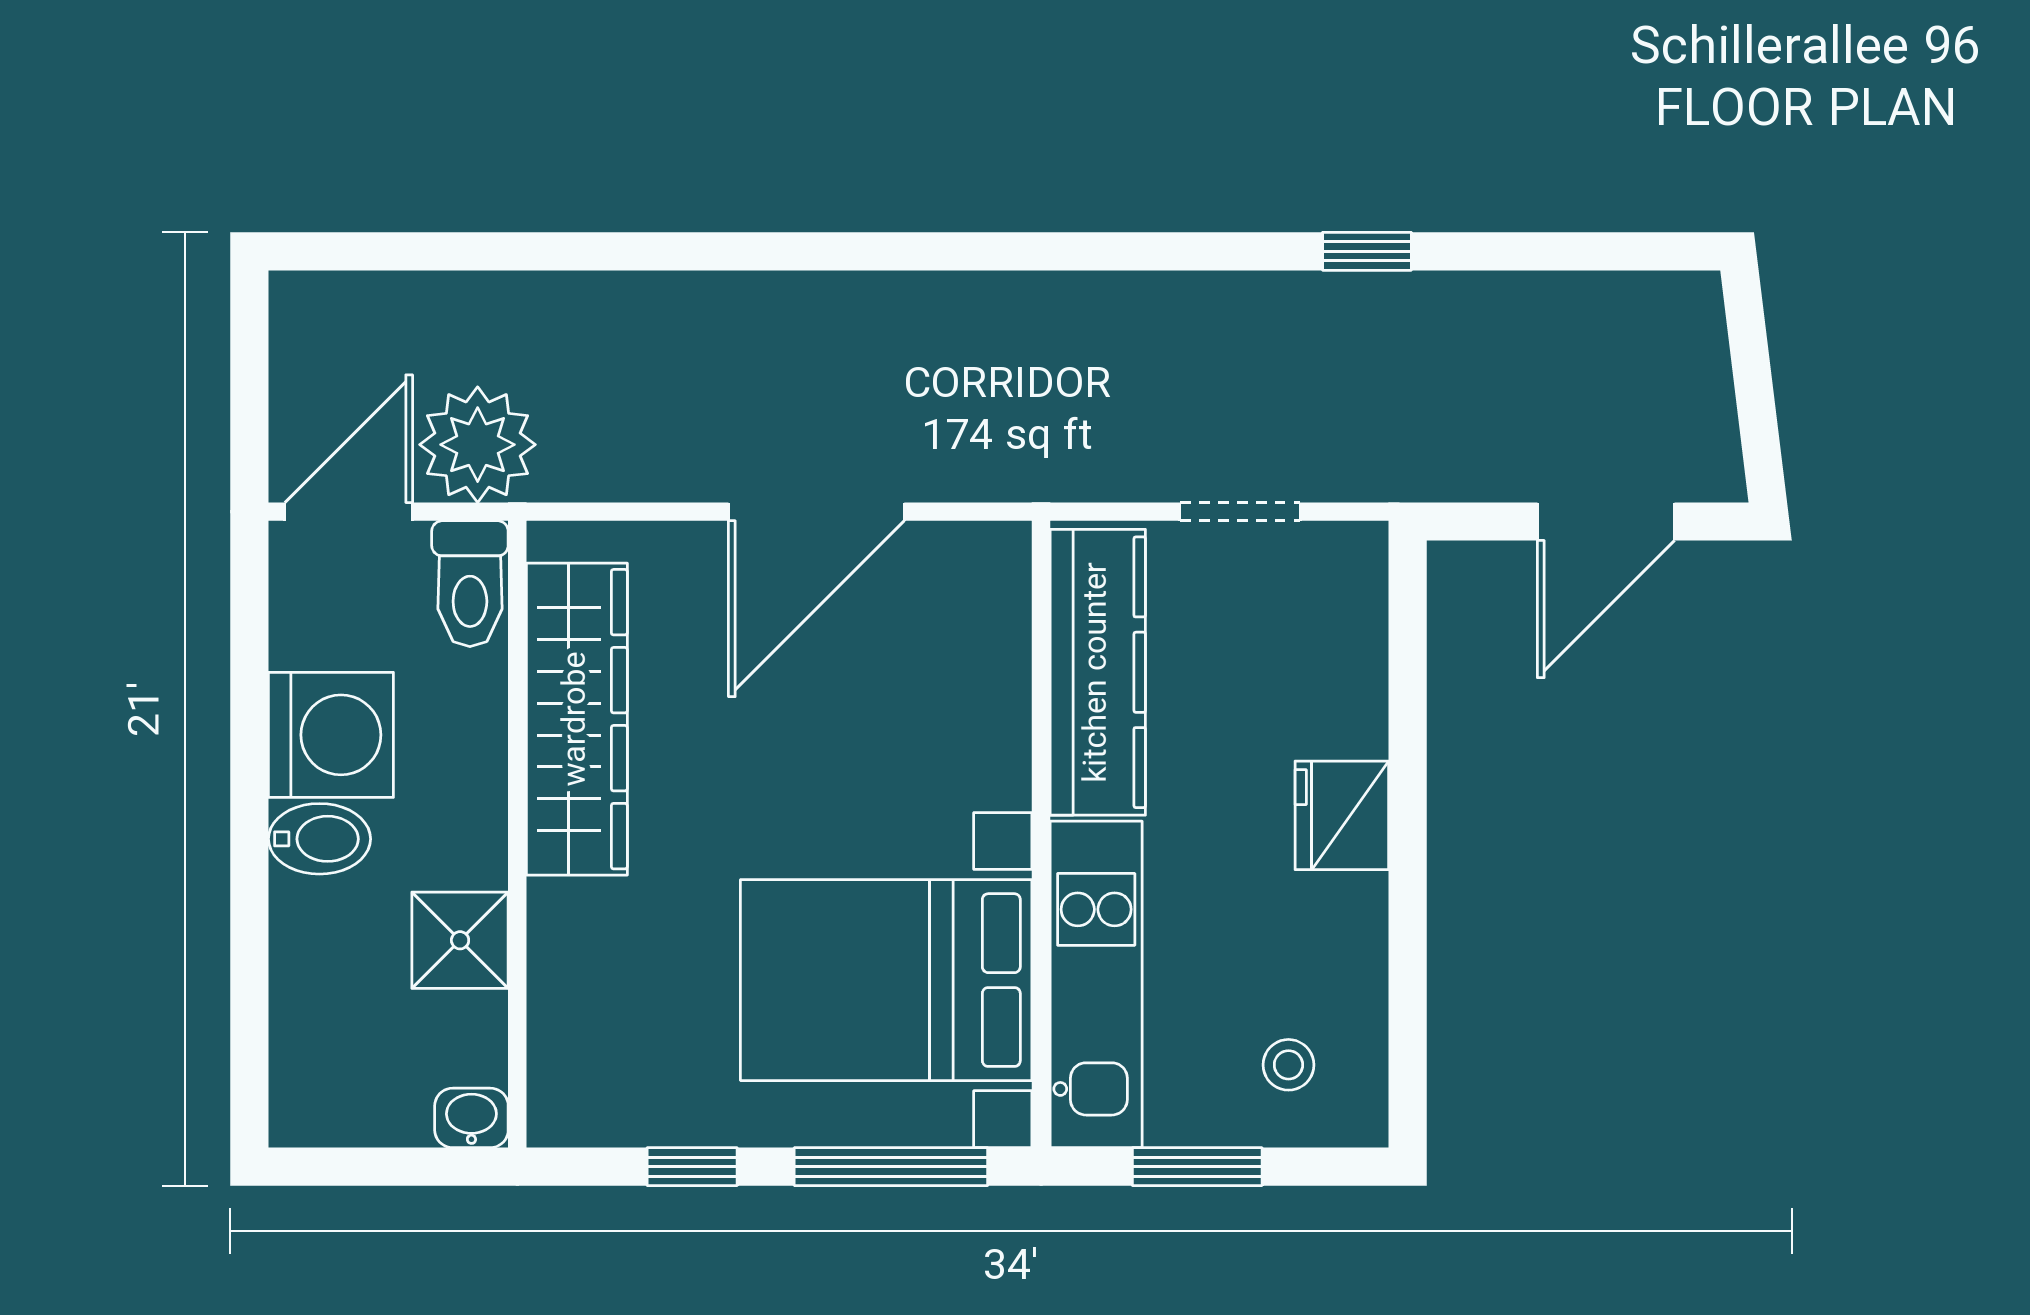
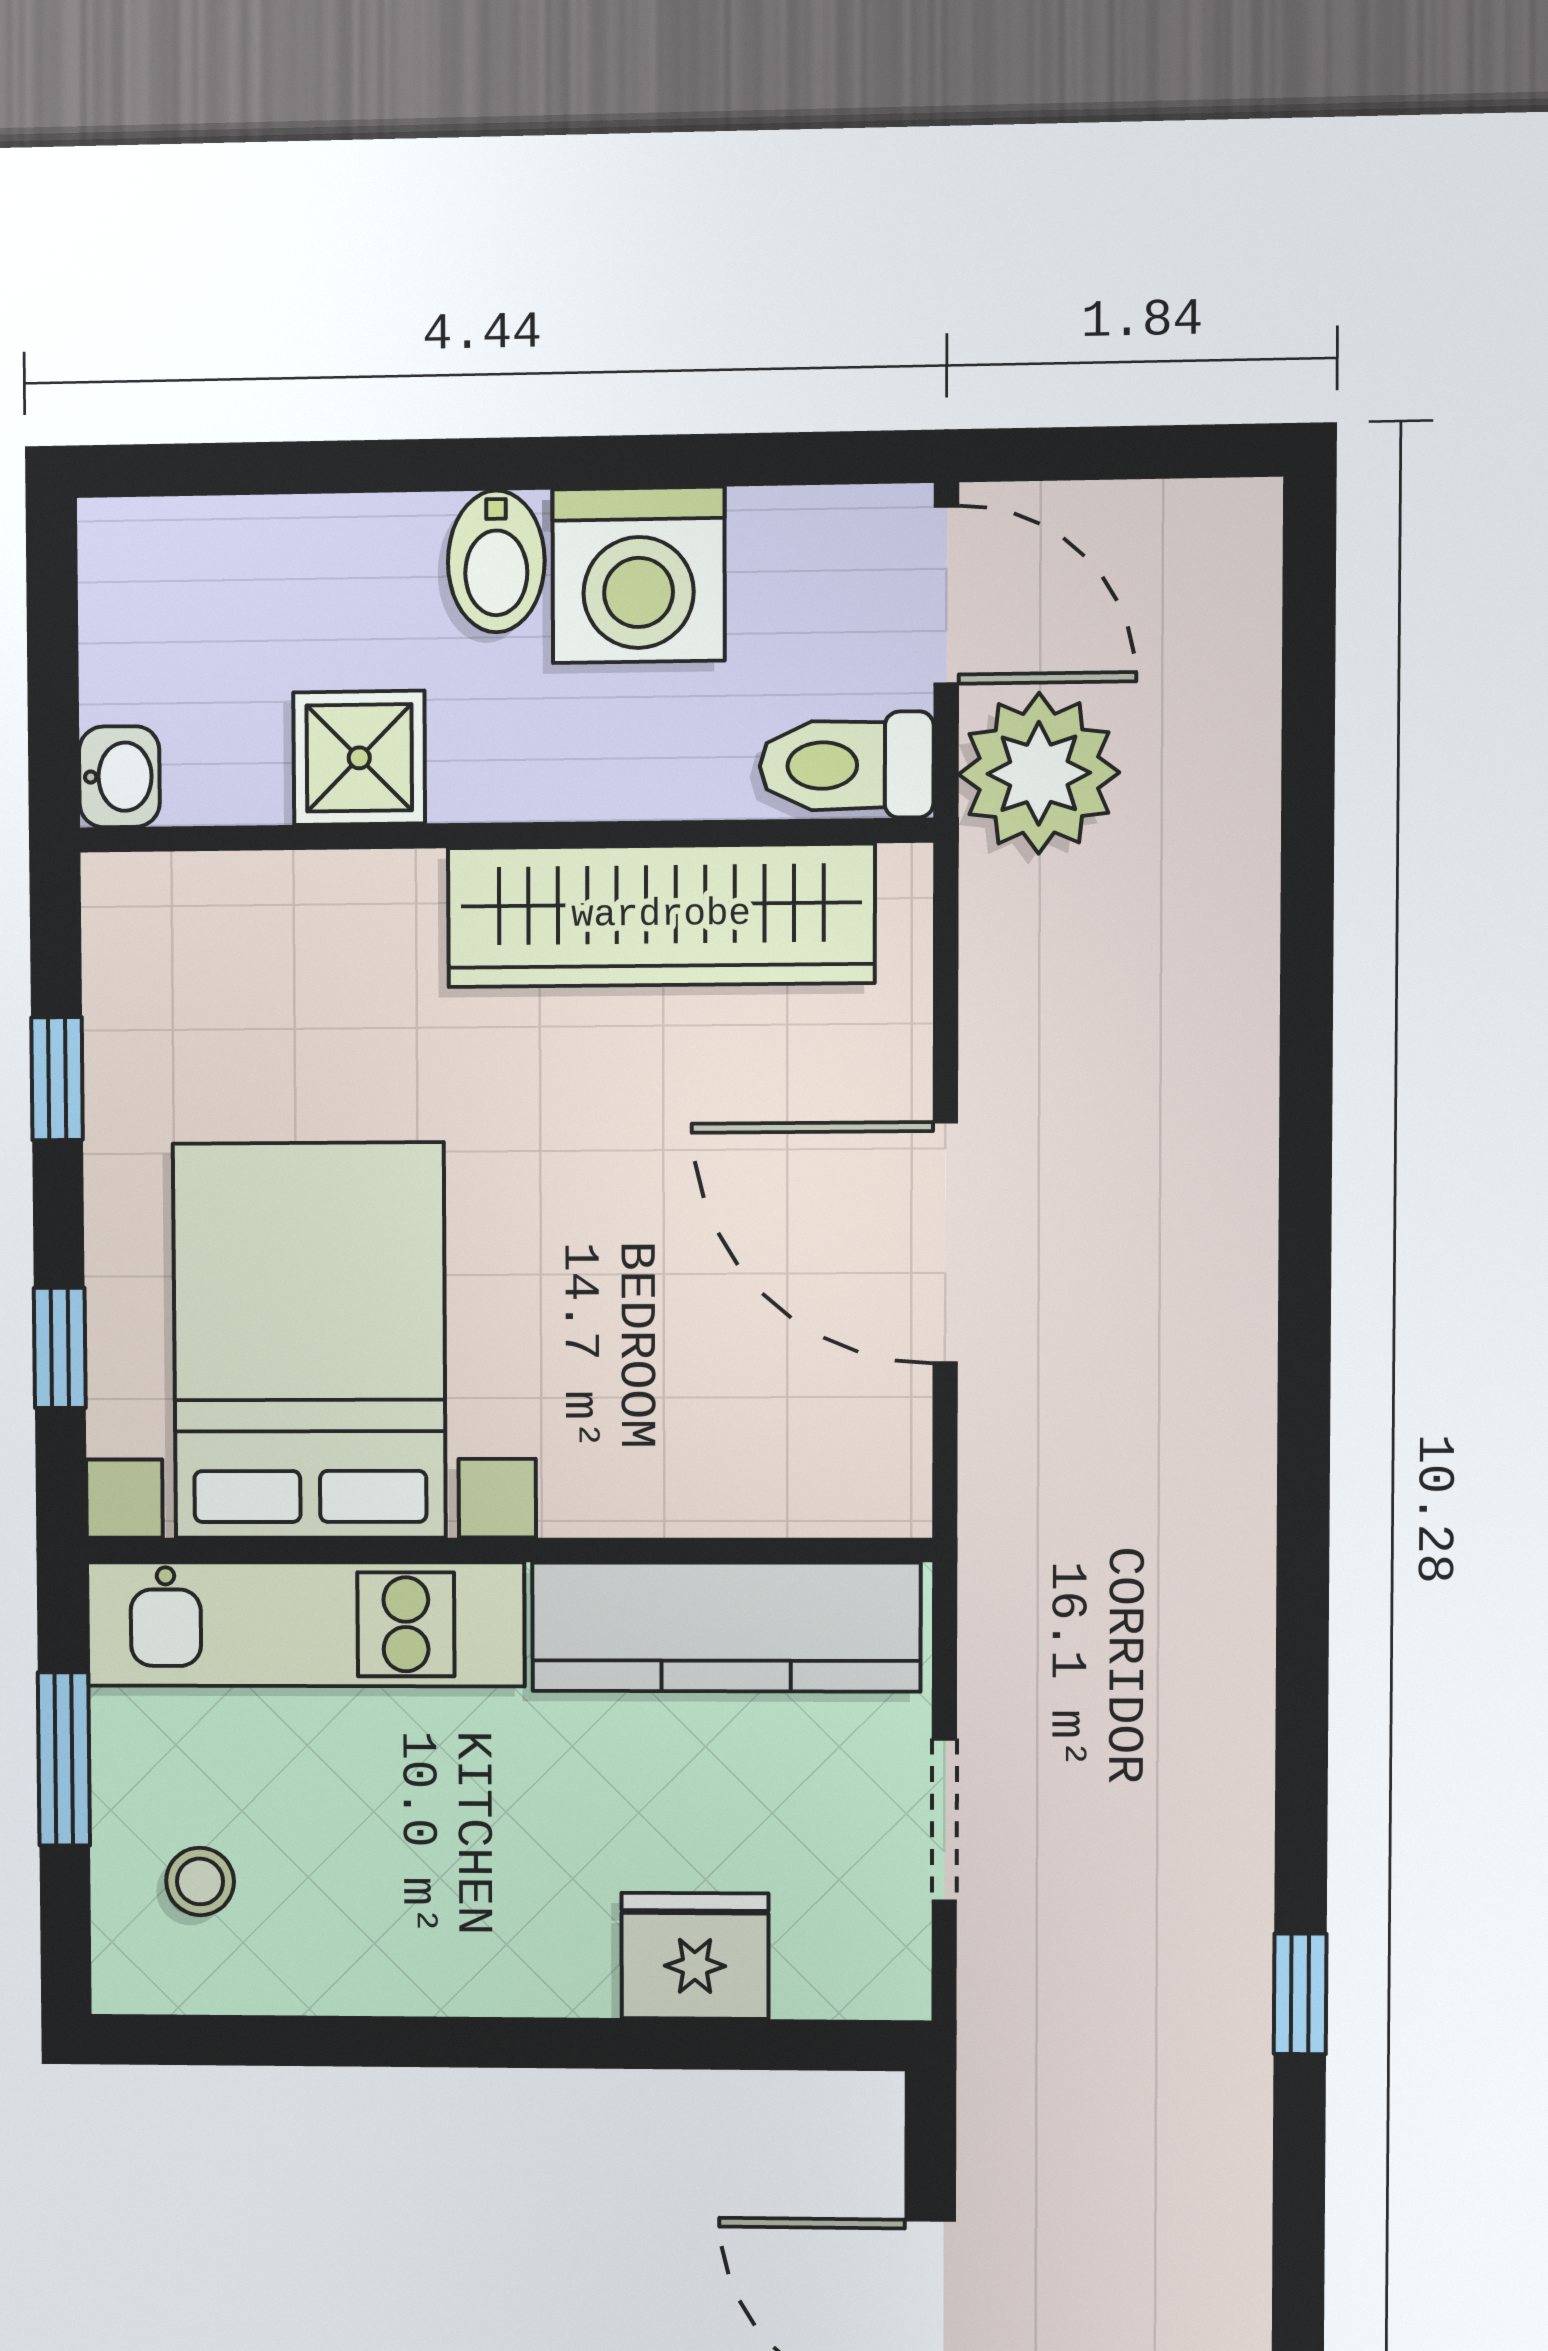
fridge: (1342, 815) -> (695, 1956), moved
window: (891, 1167) -> (60, 1348), width x0.46

